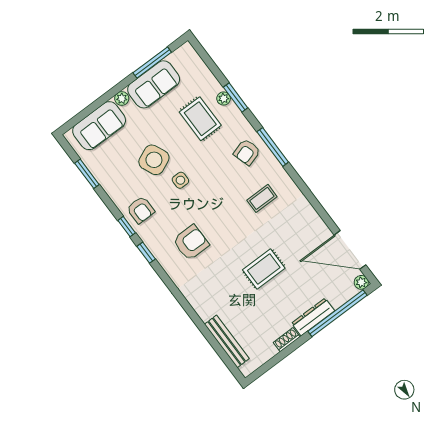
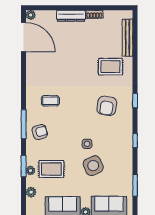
plant: (204, 74) -> (31, 192), added
rug: (200, 119) -> (51, 169), turned 90
armchair: (141, 210) -> (121, 144), removed
armchair: (191, 243) -> (107, 106), turned -81
window: (146, 253) -> (135, 101), moved
rug: (264, 269) -> (110, 67), moved
window: (338, 313) -> (56, 8), removed

